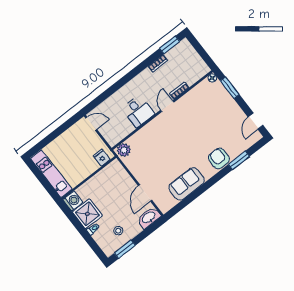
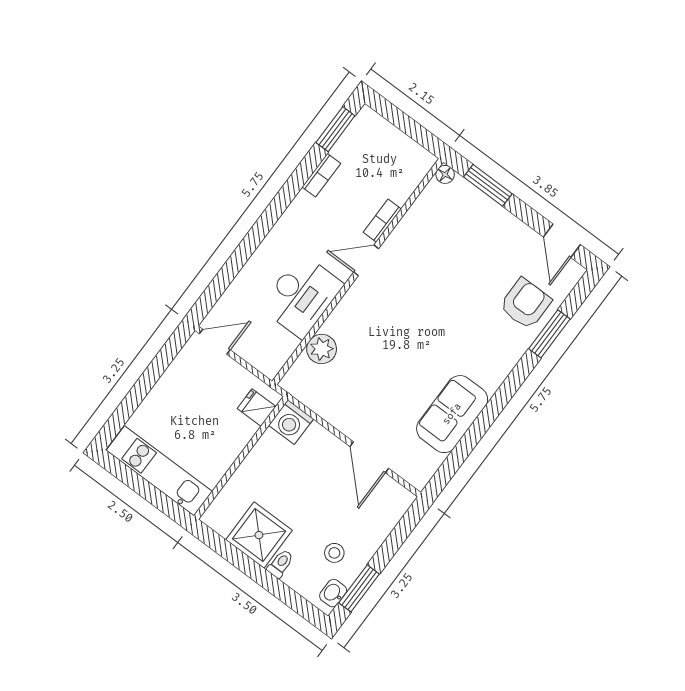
door: (167, 106) -> (366, 260), hinge flipped
desk: (138, 111) -> (302, 296), width x1.37
plant: (124, 150) -> (322, 349), moved
armchair: (219, 158) -> (525, 304), moved, turned 90
washing machine: (73, 201) -> (291, 422), moved, turned 180
washbasin: (149, 218) -> (333, 593), moved, width x0.52, depth x0.69

